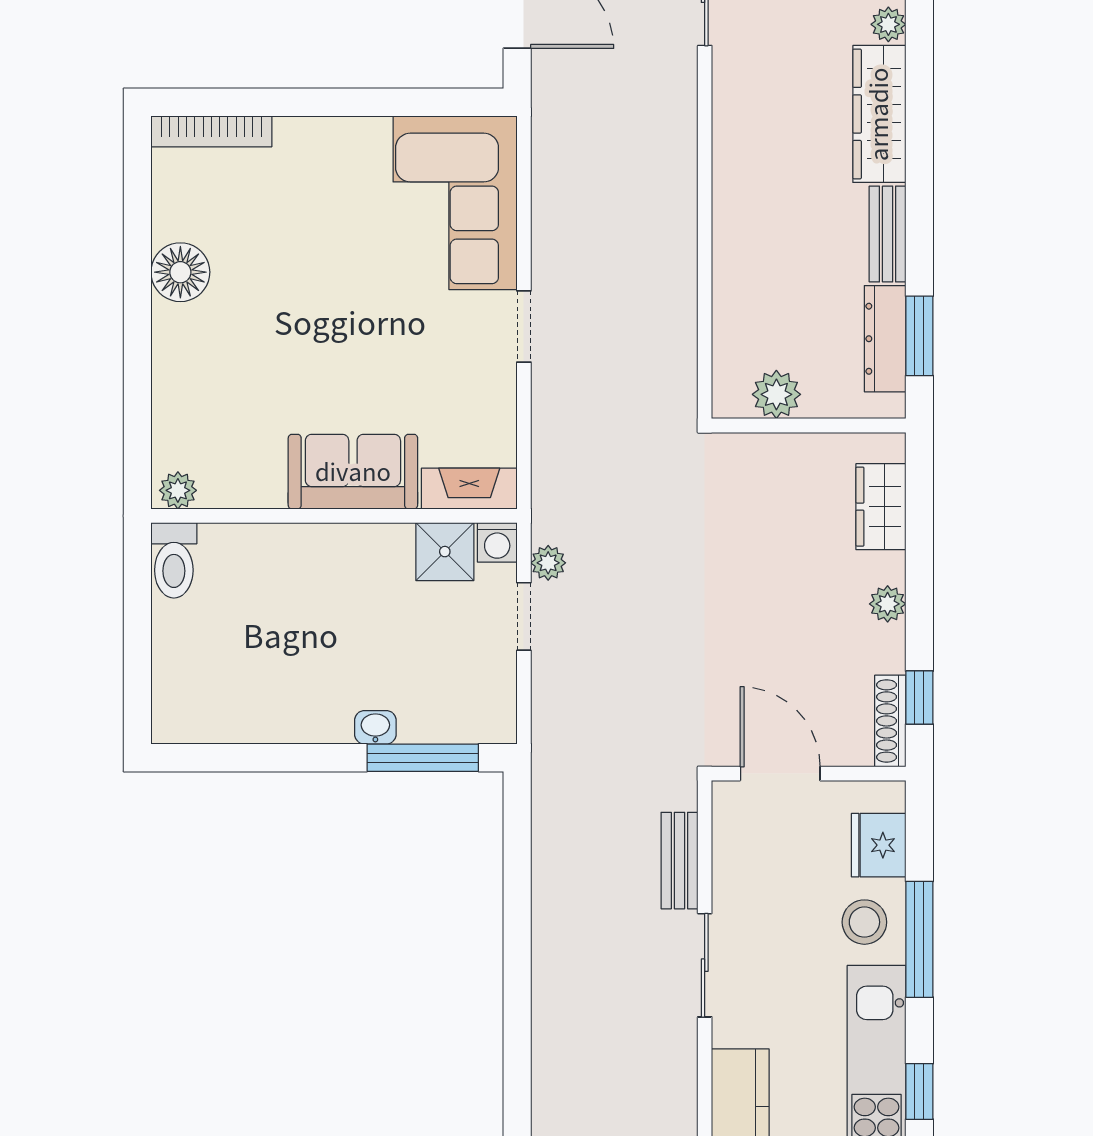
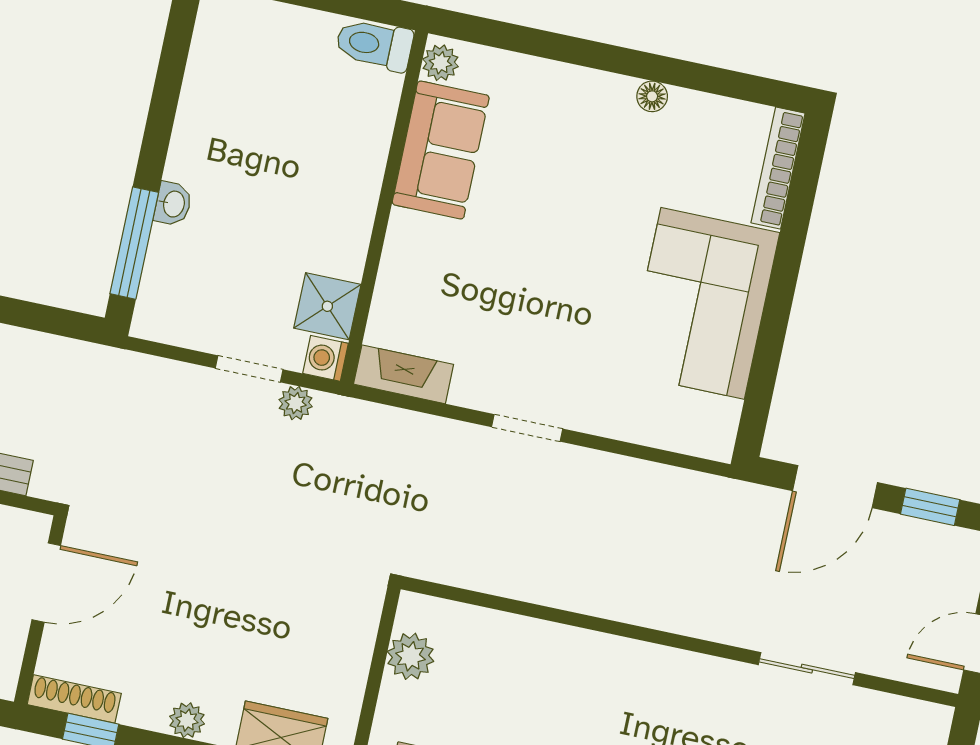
corner sofa: (455, 203) -> (703, 303), moved, turned -90
floor lamp: (180, 272) -> (652, 96), width x0.53, depth x0.53
sofa: (353, 472) -> (441, 150), moved
fireplace: (469, 489) -> (404, 374), moved, turned -90

